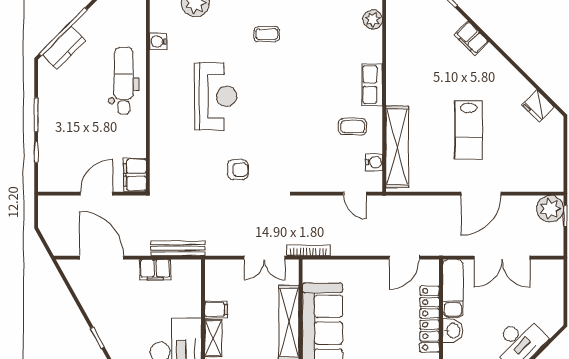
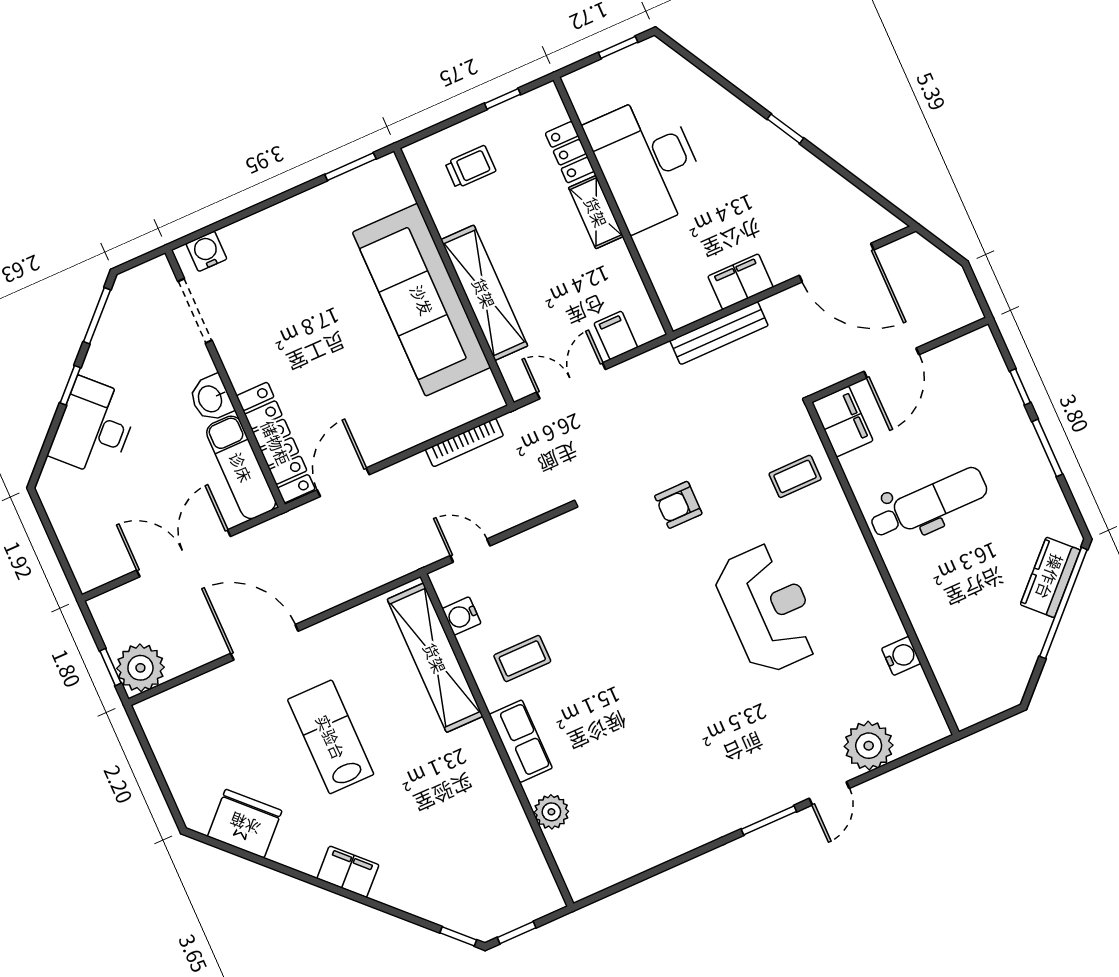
plant: (373, 19) -> (551, 812), moved
coffee table: (267, 34) -> (795, 476), moved
filing cabinet: (471, 38) -> (348, 872), moved
dental chair: (124, 81) -> (929, 503), moved, turned -90
reception desk: (216, 96) -> (768, 608), turned 180
fridge: (538, 106) -> (245, 824), width x1.36, depth x1.34
door: (481, 194) -> (265, 642), hinge flipped
bookcase: (308, 250) -> (464, 443), moved
filing cabinet: (216, 309) -> (616, 335), moved, turned 90
locker: (430, 319) -> (276, 443), moved

